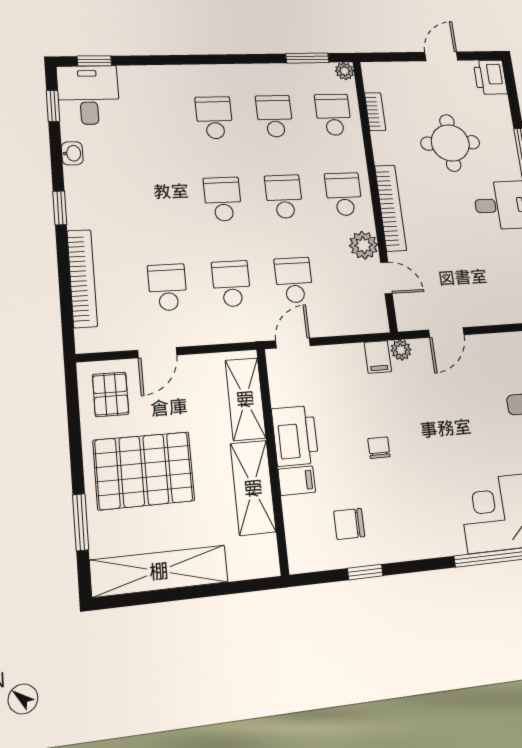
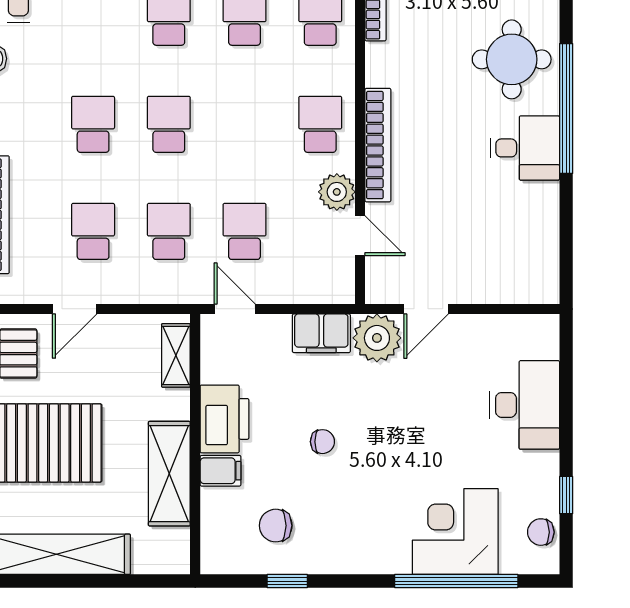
round table: (450, 143) -> (512, 59), moved
school desk: (284, 197) -> (93, 124), moved
door: (293, 343) -> (235, 309), hinge flipped
plant: (401, 350) -> (377, 338), width x1.87, depth x1.87
filing cabinet: (378, 357) -> (321, 333), width x2.00
shelving: (245, 399) -> (176, 355), width x0.67, depth x0.75
chair: (379, 448) -> (322, 442), turned 90

